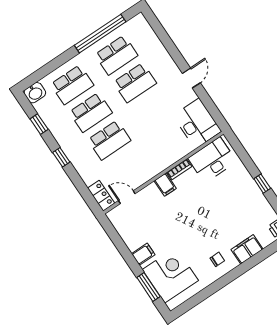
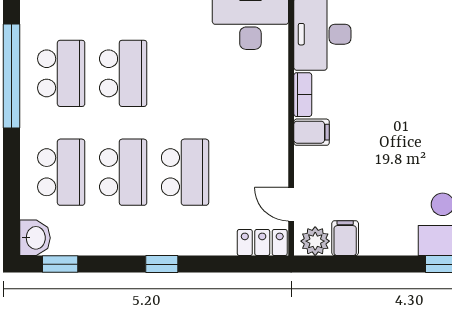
window: (39, 124) -> (60, 264), moved
door: (127, 197) -> (291, 204), hinge flipped
plant: (118, 219) -> (315, 241), added
filing cabinet: (143, 254) -> (345, 238), moved

